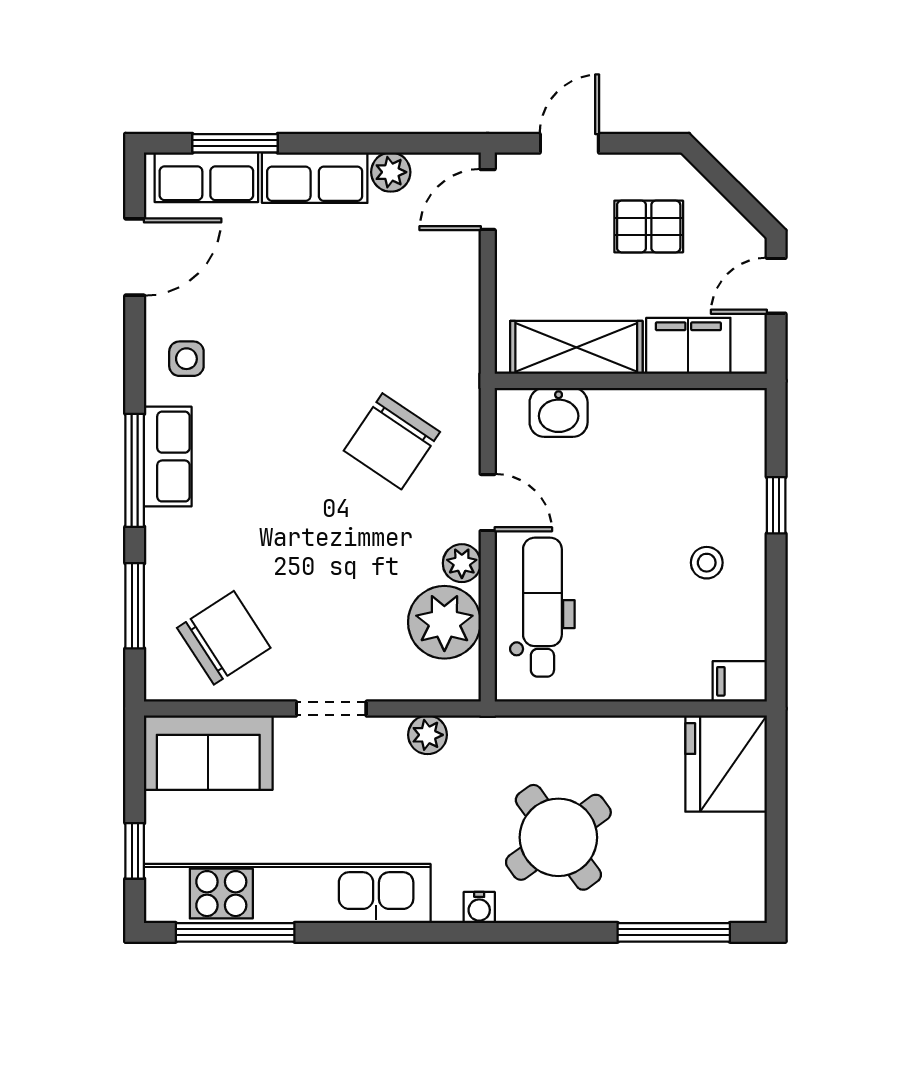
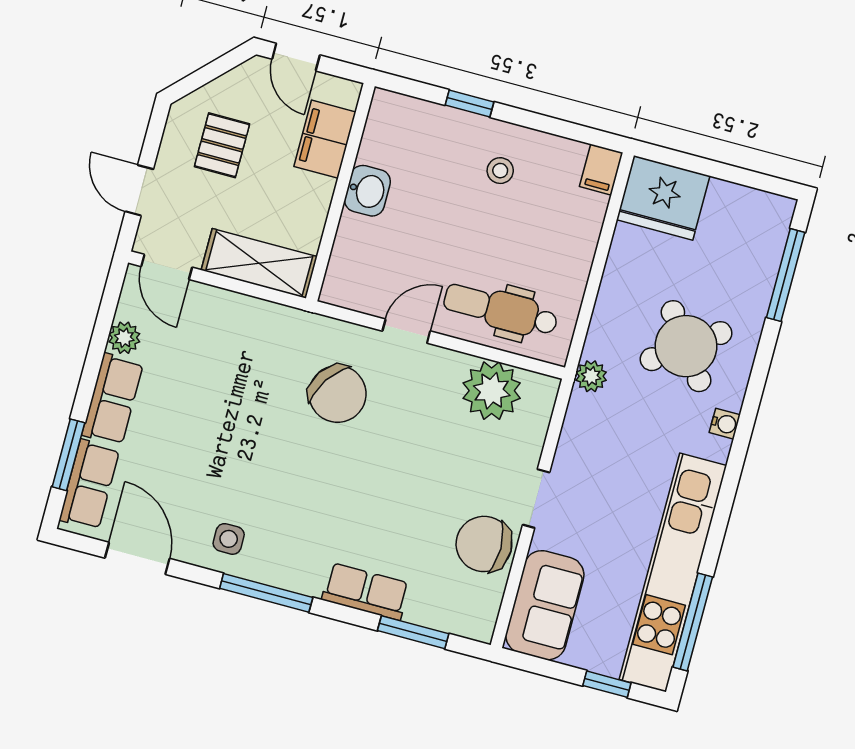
shelving: (576, 347) -> (259, 263), moved, turned 90
washbasin: (559, 412) -> (367, 191), moved
row of seats: (168, 457) -> (366, 591), moved
window: (135, 470) -> (266, 593), moved
plant: (462, 563) -> (449, 364), removed
chair: (224, 638) -> (484, 544), moved, turned -57
plant: (428, 735) -> (591, 376), moved

